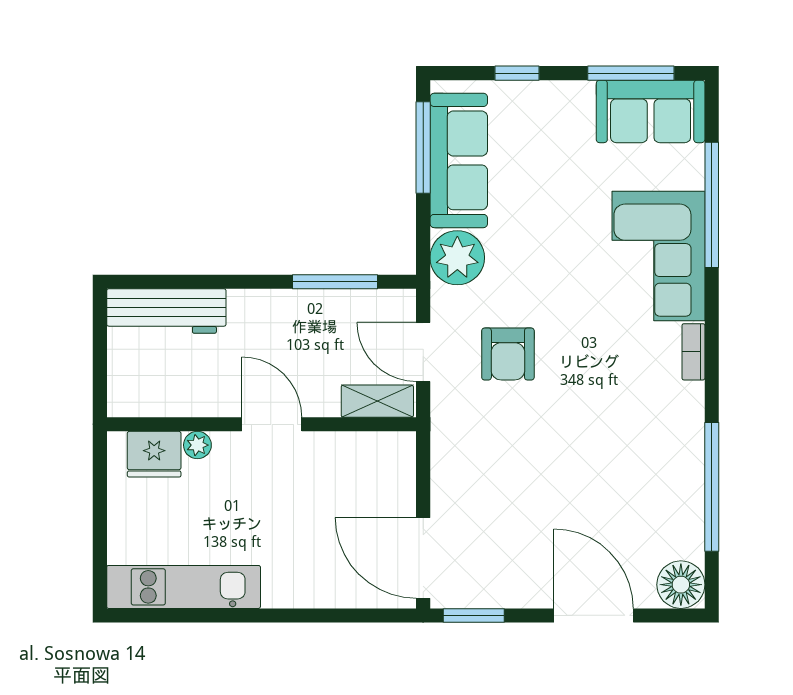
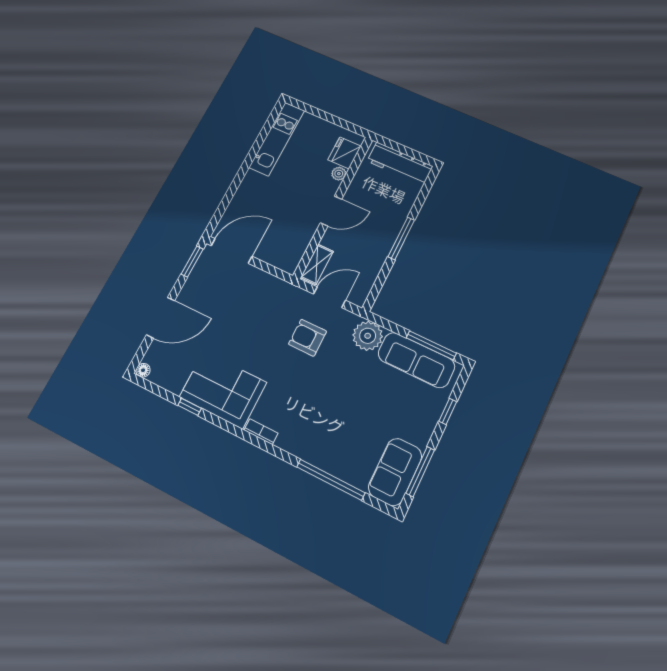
corner sofa: (658, 256) -> (223, 390), moved
window: (335, 282) -> (401, 238), moved
workbench: (166, 311) -> (400, 164), moved, turned -90
window: (712, 487) -> (190, 407), width x0.32
floor lamp: (681, 585) -> (143, 370), width x0.53, depth x0.53

